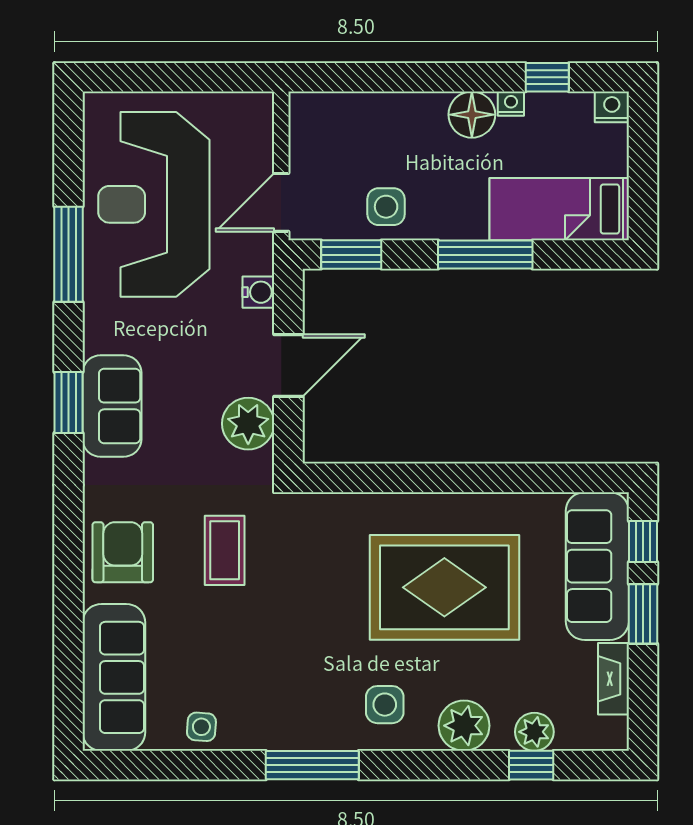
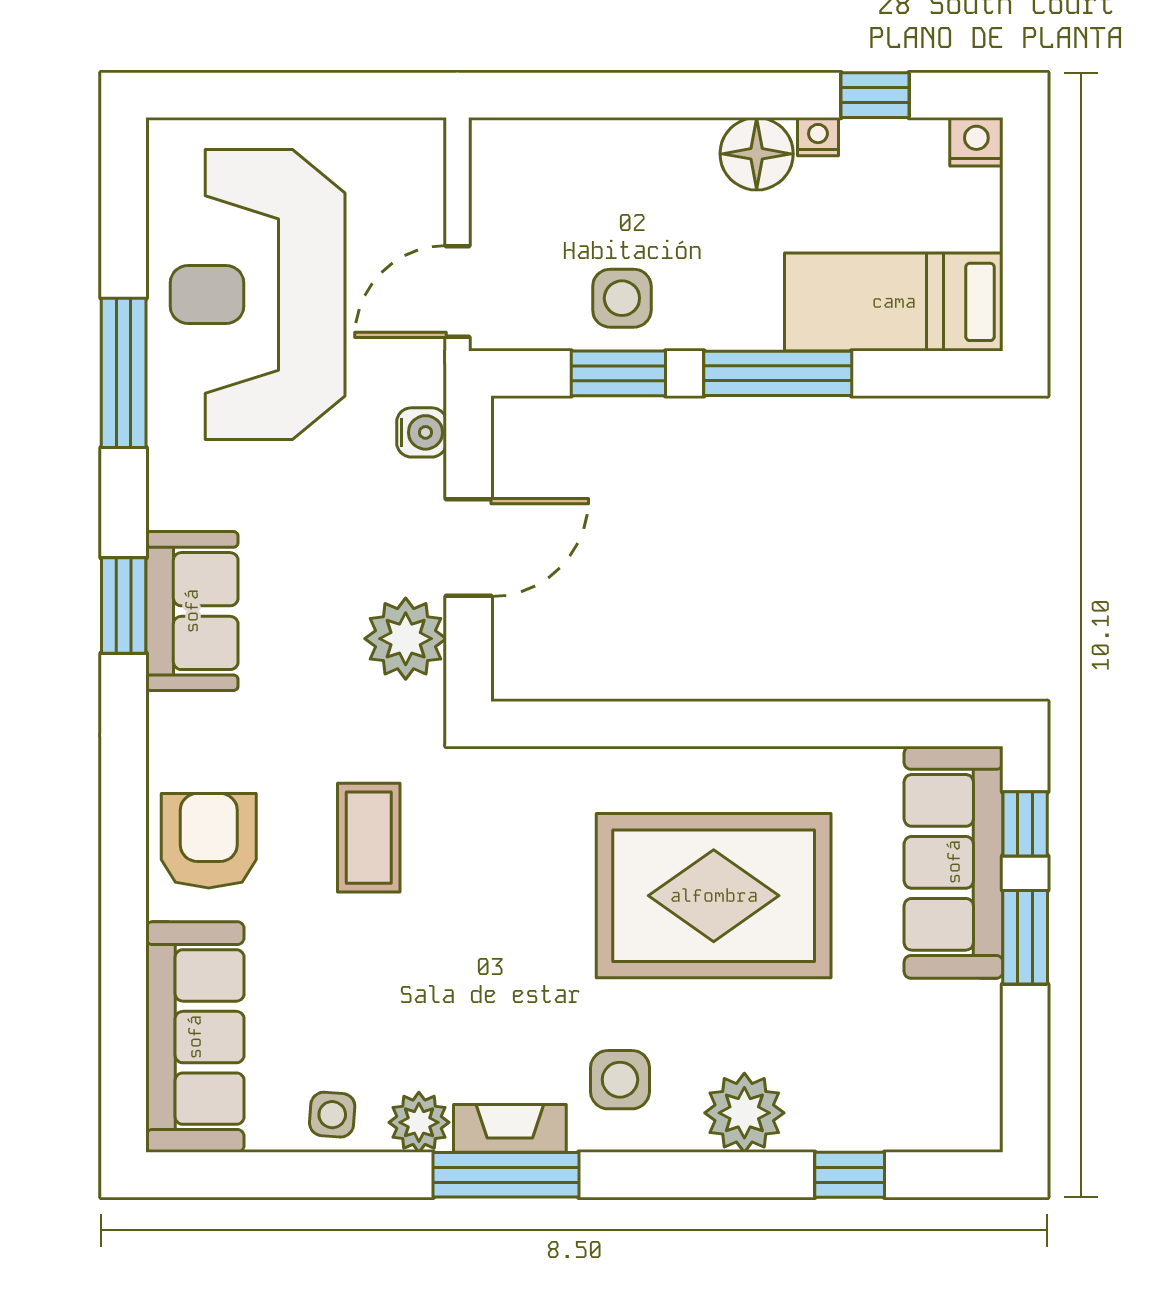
window: (351, 255) -> (618, 373), moved
fireplace: (613, 679) -> (510, 1128), moved, turned 90
plant: (534, 732) -> (419, 1122), moved

